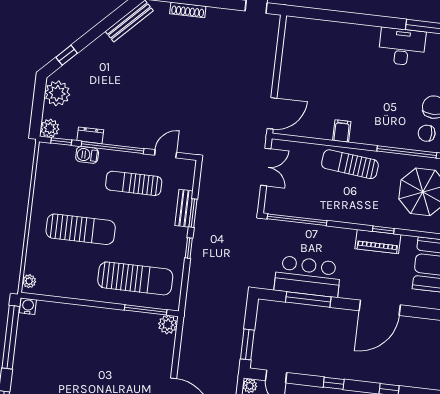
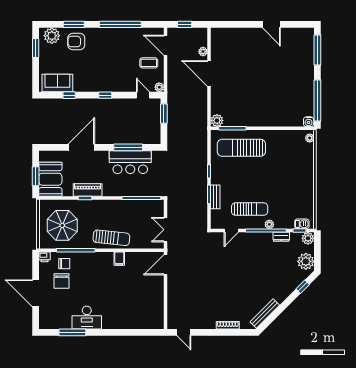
barbecue: (87, 155) -> (302, 224), moved
plant: (106, 156) -> (269, 224), added
sun lounger: (81, 229) -> (280, 175), removed

